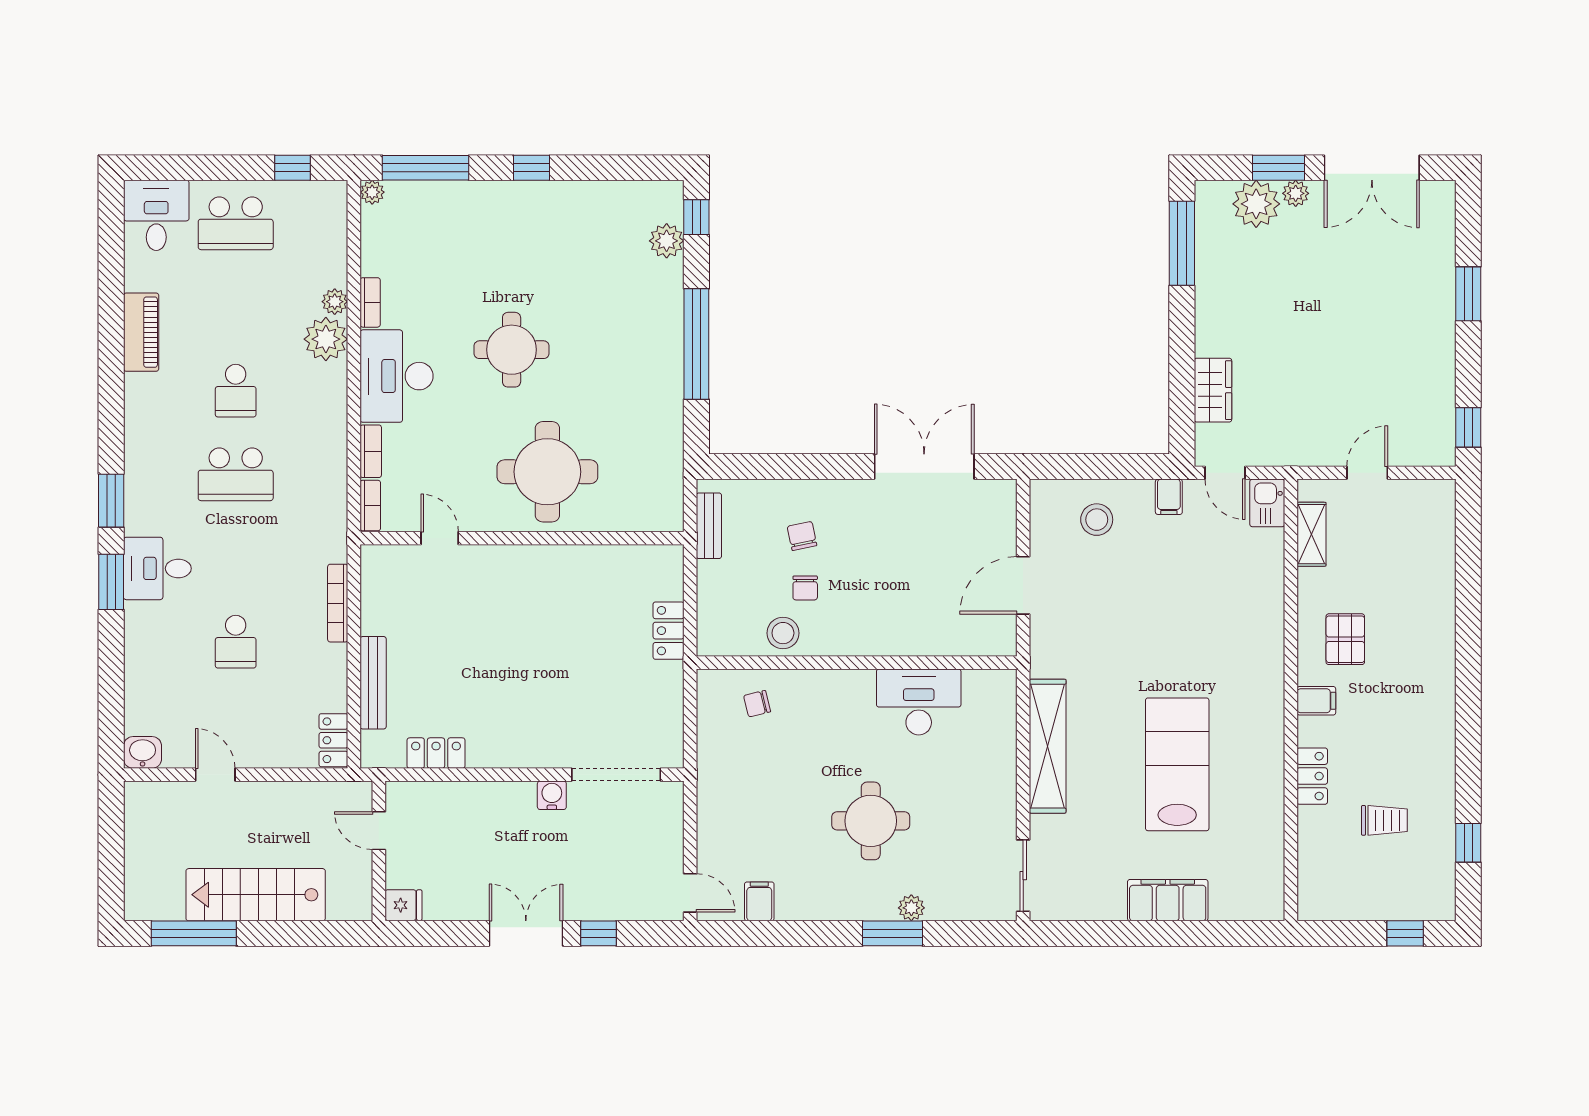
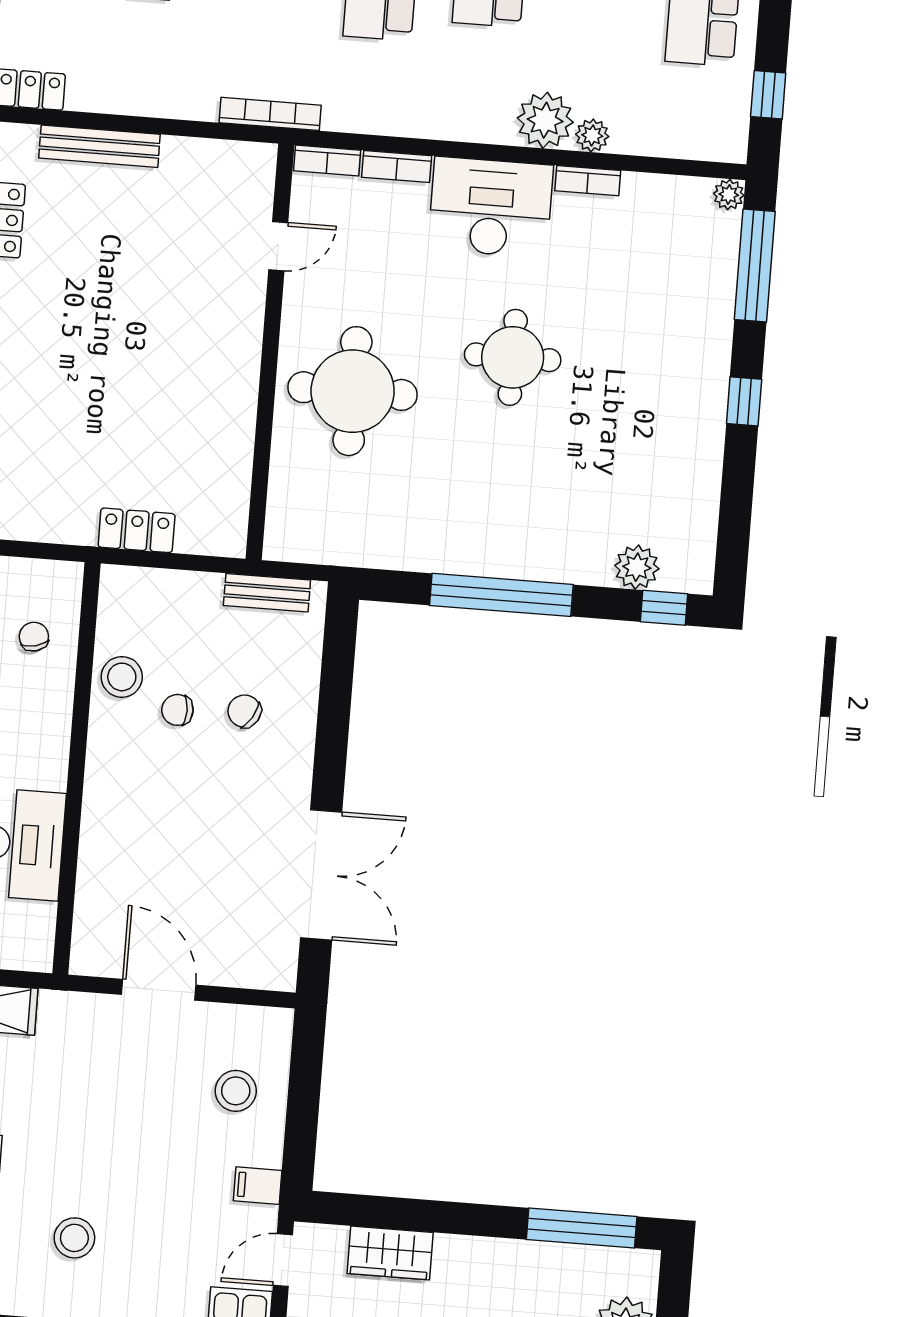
chair: (802, 536) -> (244, 711), turned -137
bookcase: (338, 603) -> (270, 114), moved
stool: (1220, 636) -> (74, 1238), added

